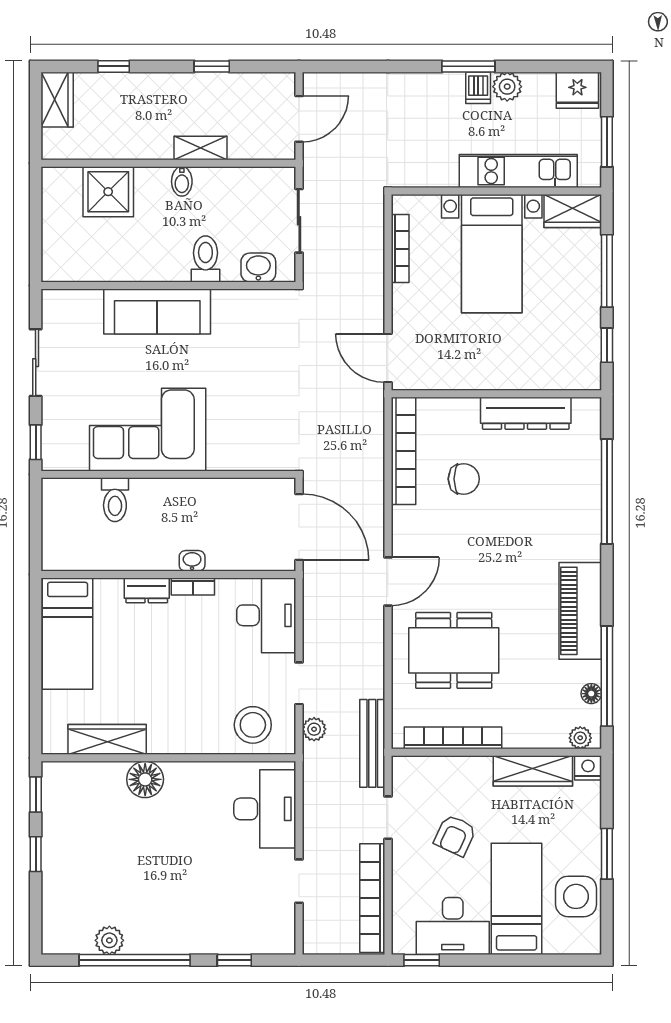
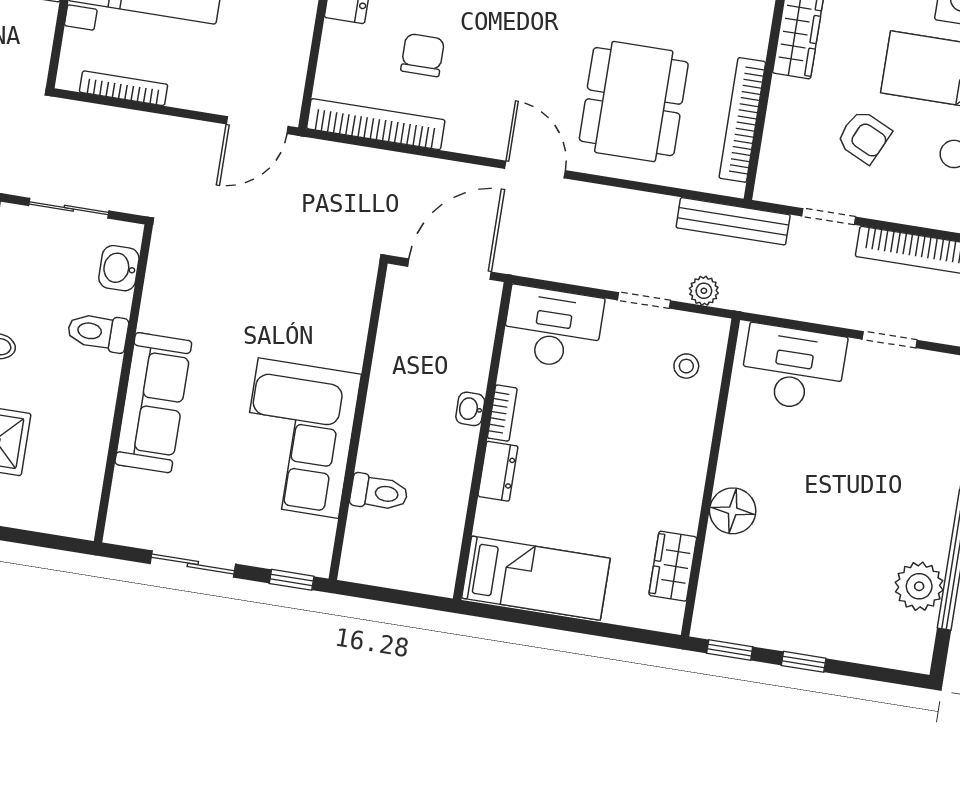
stool: (253, 725) -> (686, 366), width x0.53, depth x0.53
wardrobe: (107, 739) -> (673, 566), width x0.67
plant: (109, 940) -> (919, 586), width x1.36, depth x1.36

